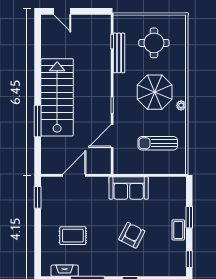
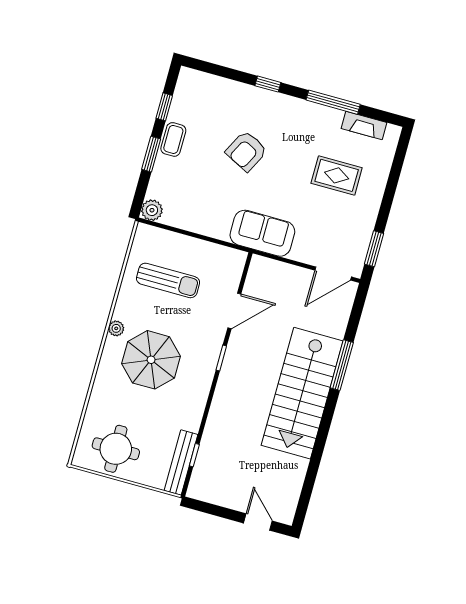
round table: (154, 43) -> (116, 449), moved
bench: (119, 53) -> (181, 463), moved
door: (74, 175) -> (333, 274), moved
plant: (179, 183) -> (152, 210), added
sofa: (129, 188) -> (262, 233), moved
window: (189, 259) -> (164, 107), moved

